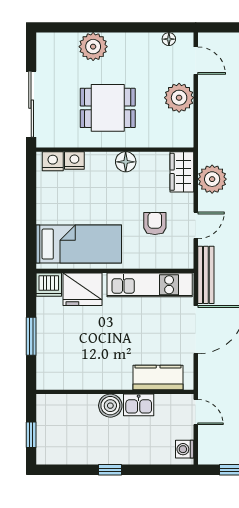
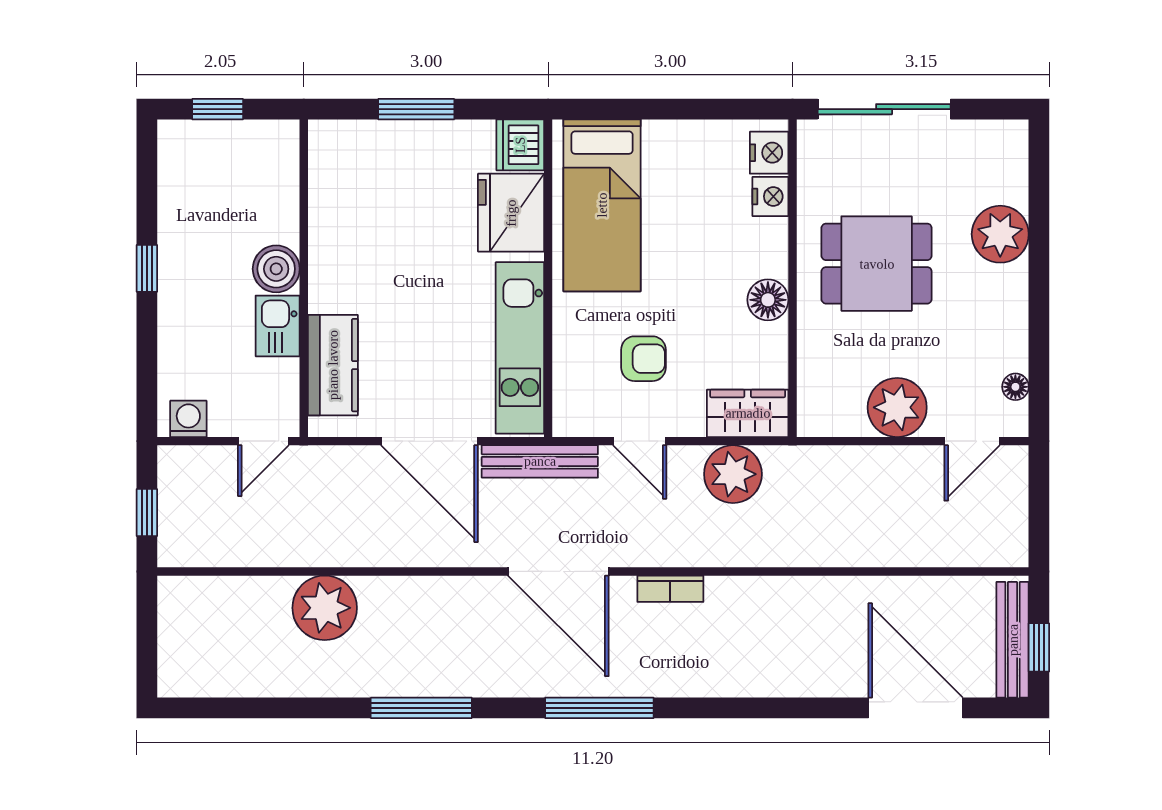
dining table: (108, 108) -> (877, 264), turned 90

